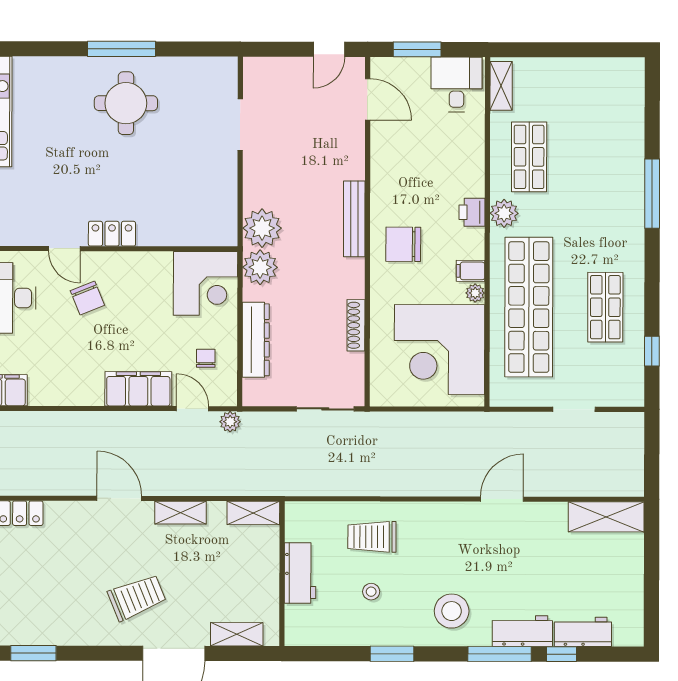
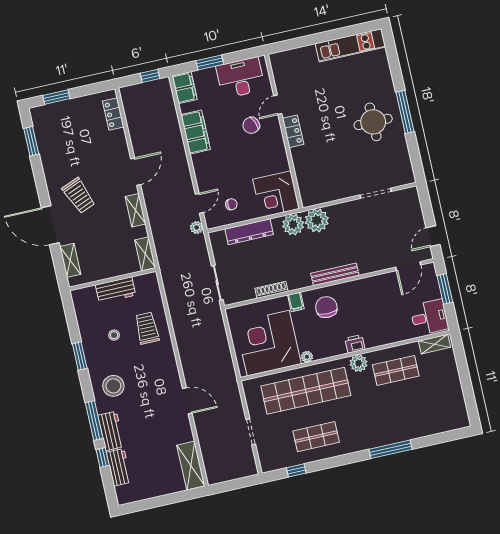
door: (329, 49) -> (433, 236), hinge flipped
filing cabinet: (471, 271) -> (296, 302), moved, turned 180
filing cabinet: (138, 389) -> (196, 132), moved

